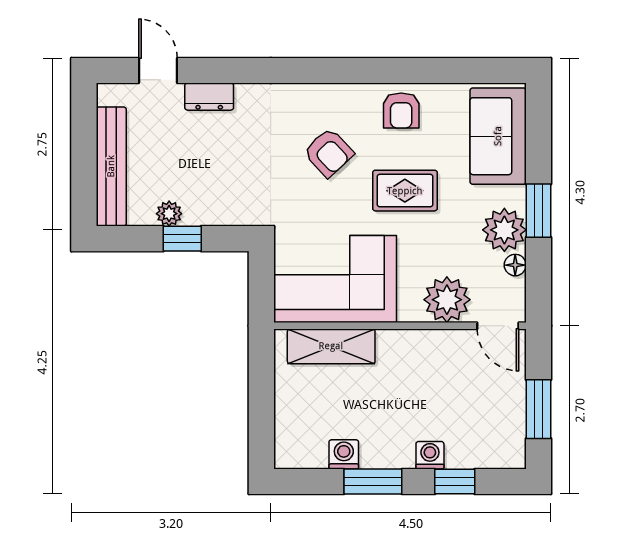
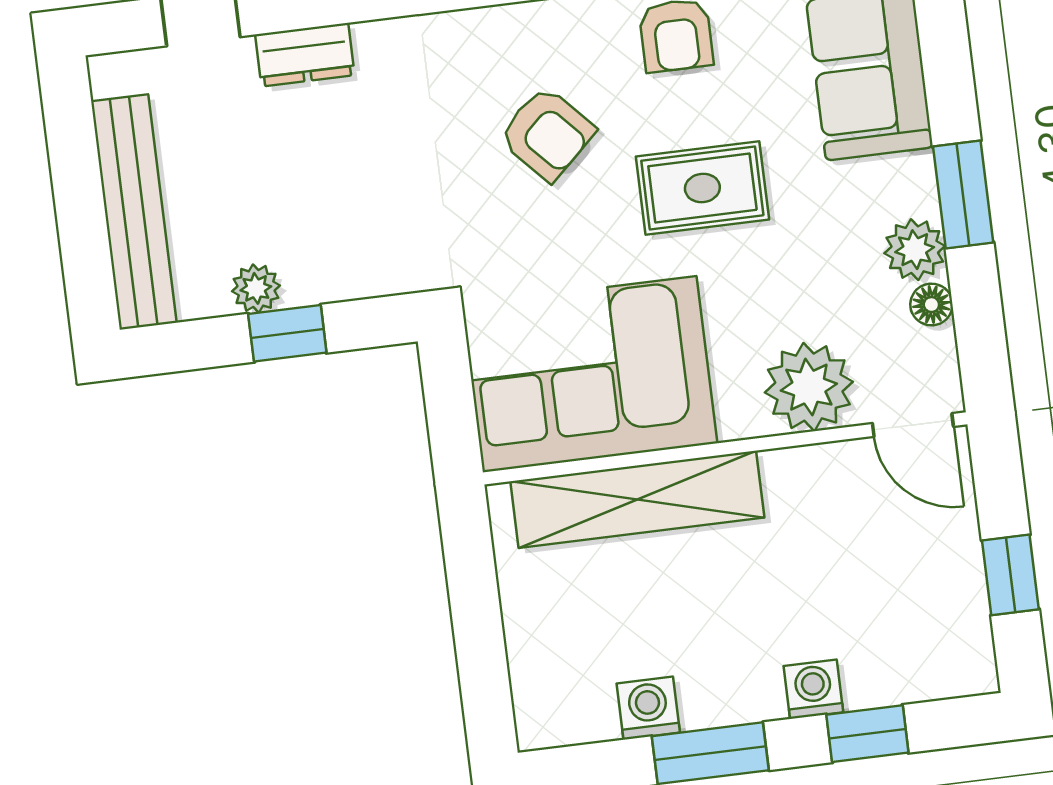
plant: (504, 230) -> (915, 250), width x0.73, depth x0.73
shelving: (331, 346) -> (637, 499), width x1.47
window: (539, 409) -> (1010, 575), width x0.67

